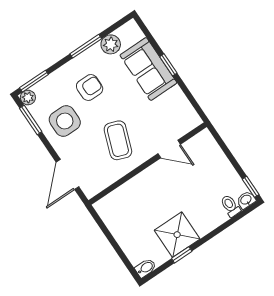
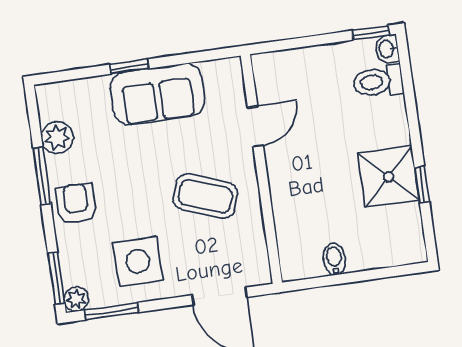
sofa: (148, 69) -> (157, 94), moved
armchair: (90, 87) -> (76, 204), moved
toilet: (230, 206) -> (378, 81), width x1.37, depth x1.39
bidet: (146, 268) -> (334, 259), moved

